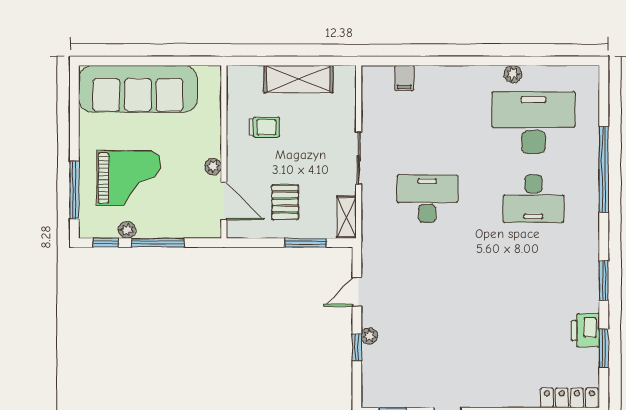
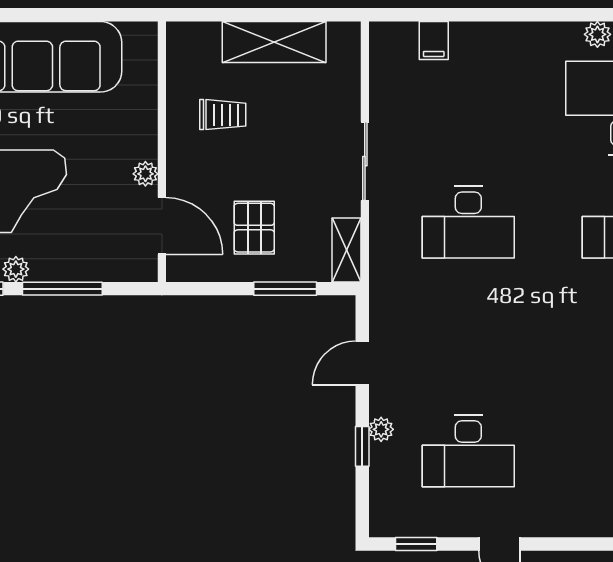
desk: (427, 199) -> (468, 222), turned 180
desk: (427, 350) -> (468, 451), added

